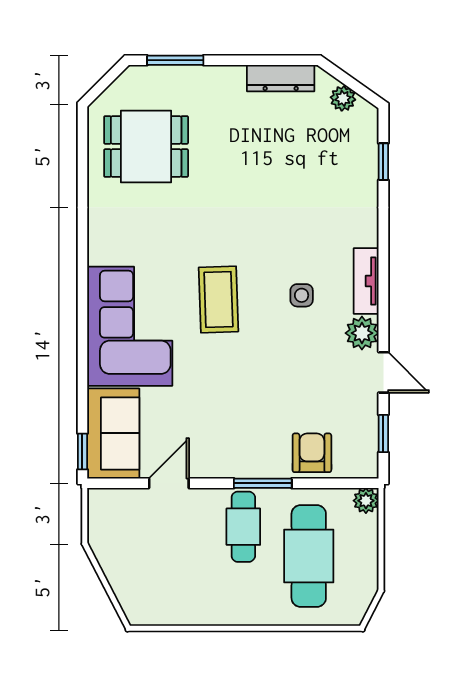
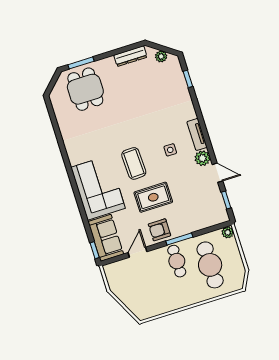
dining table: (146, 147) -> (85, 89), moved, turned 90
rug: (236, 381) -> (153, 197), added
armchair: (312, 453) -> (159, 230), moved, turned -90

